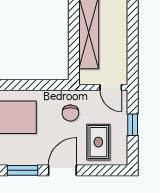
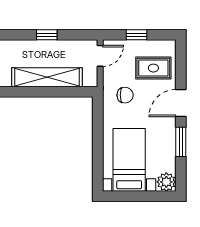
window: (133, 32) -> (47, 35), added
door: (62, 170) -> (181, 103), hinge flipped

